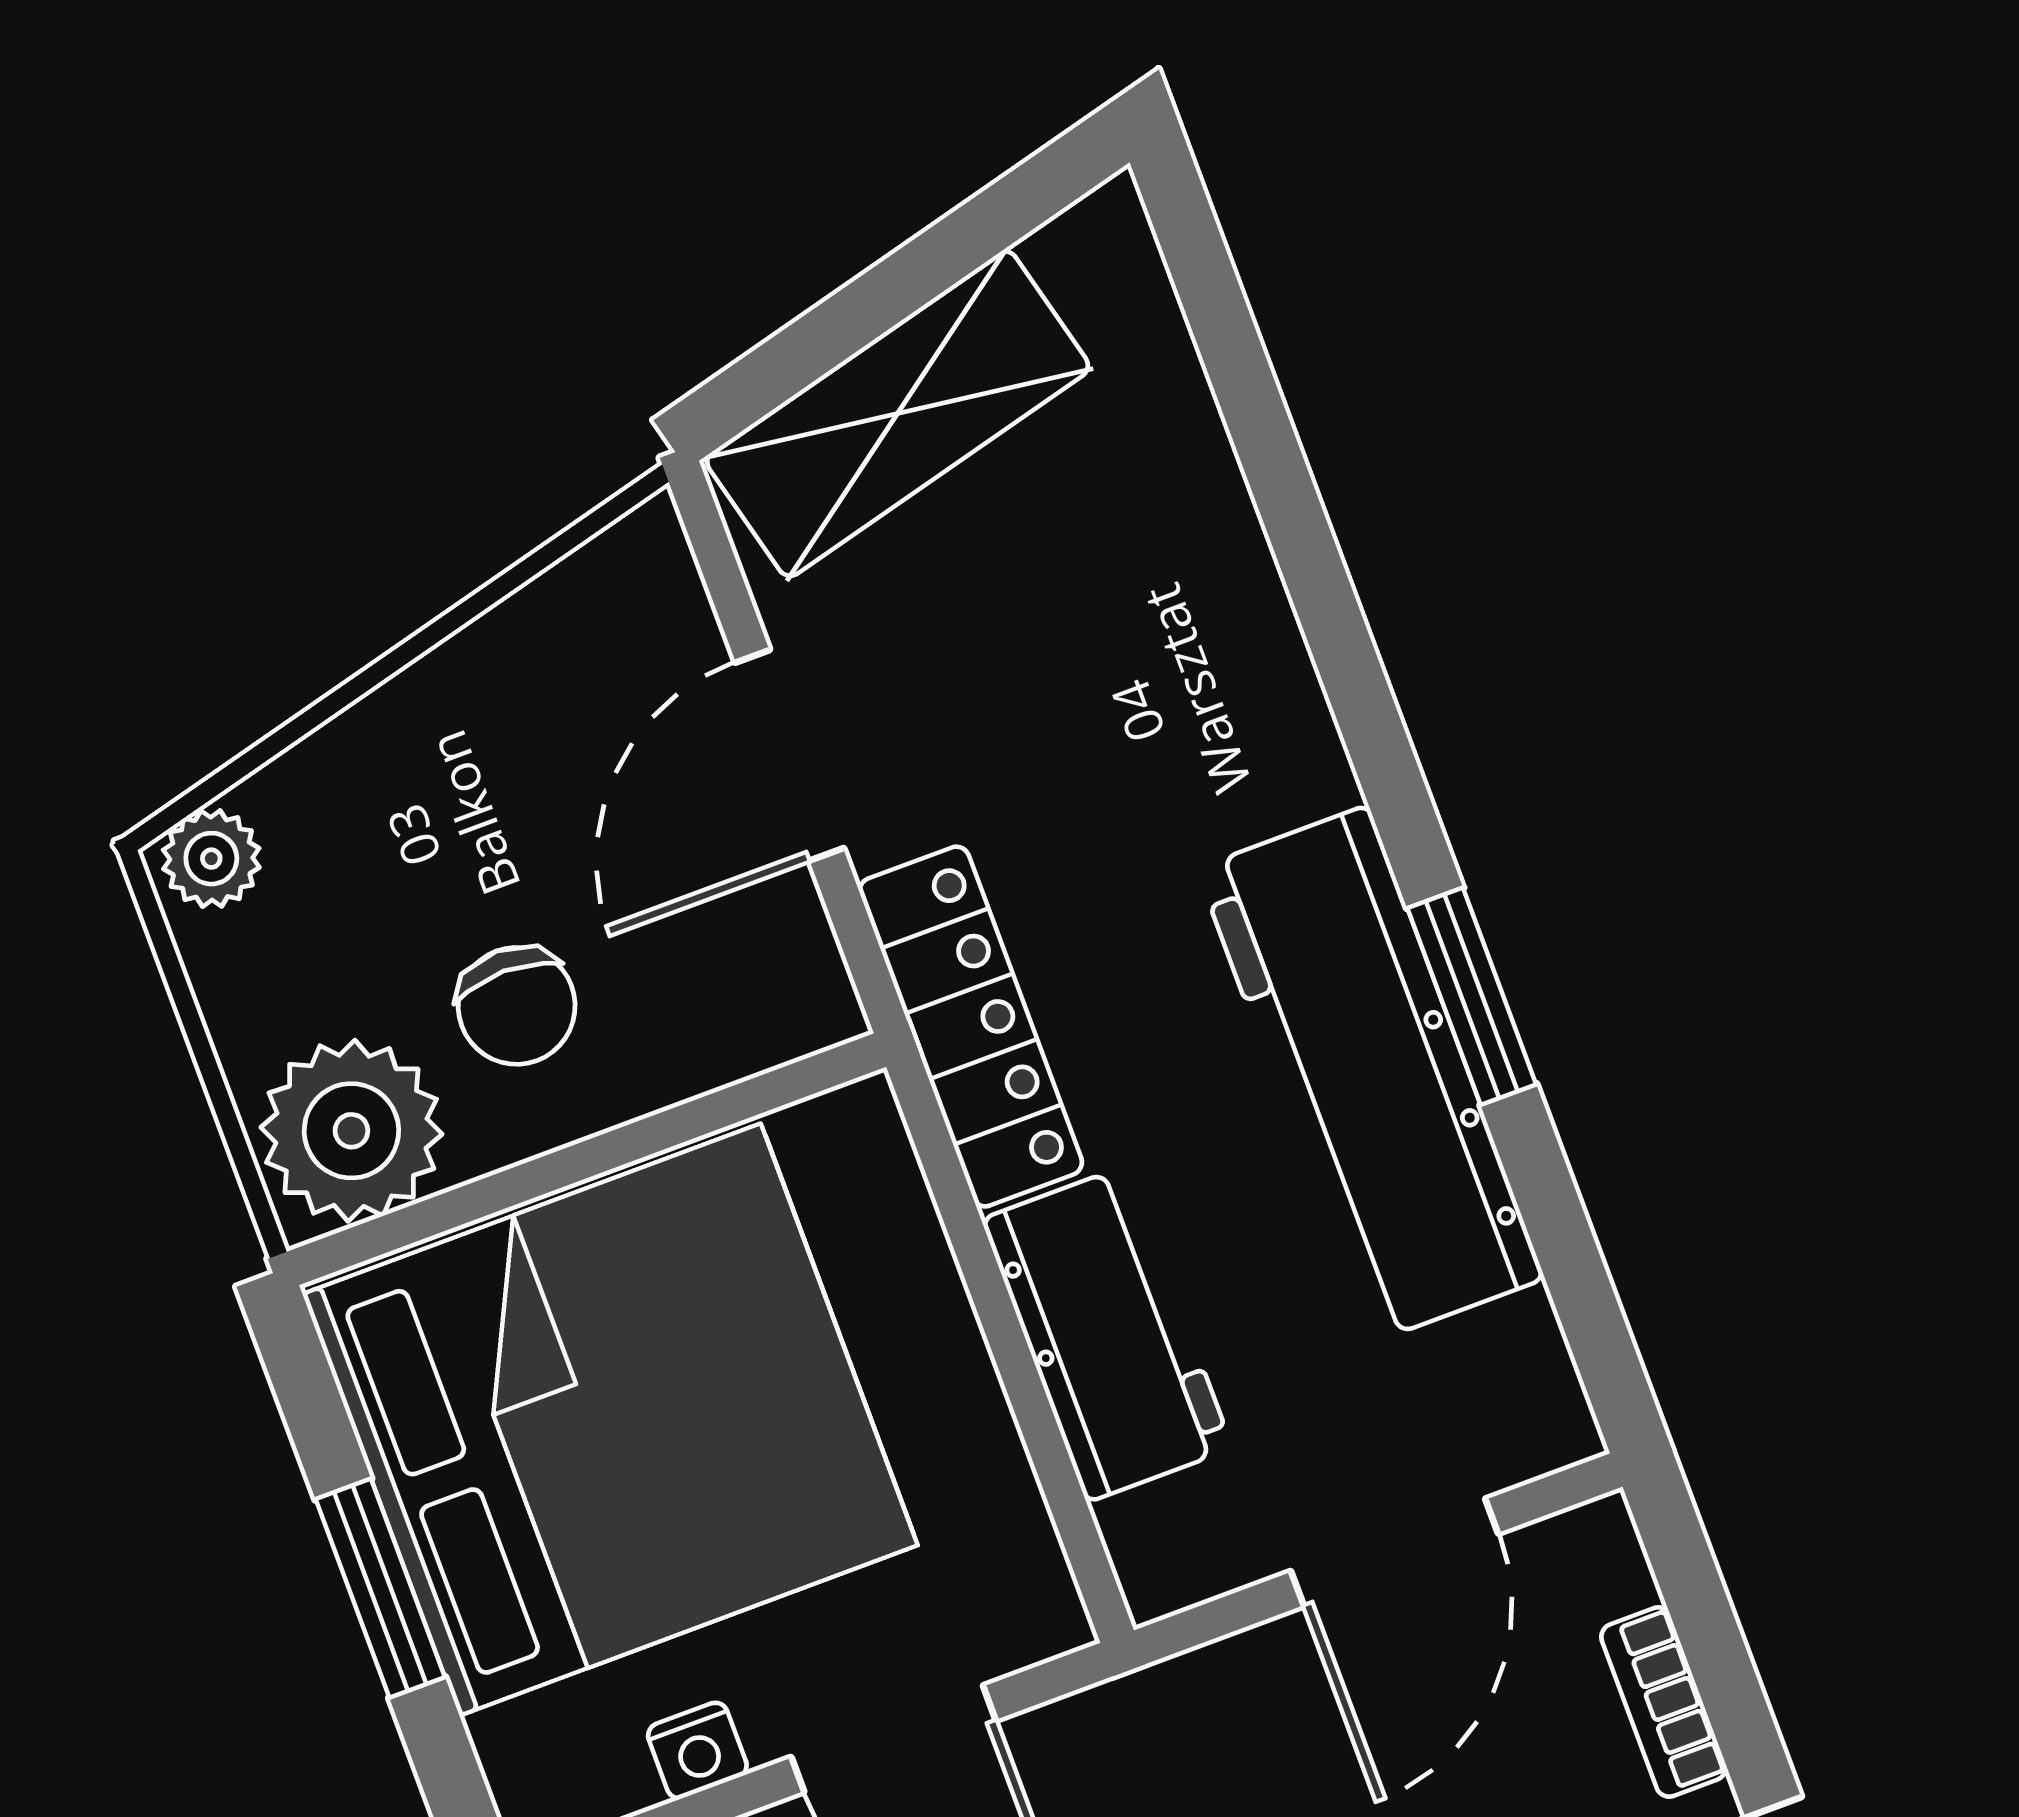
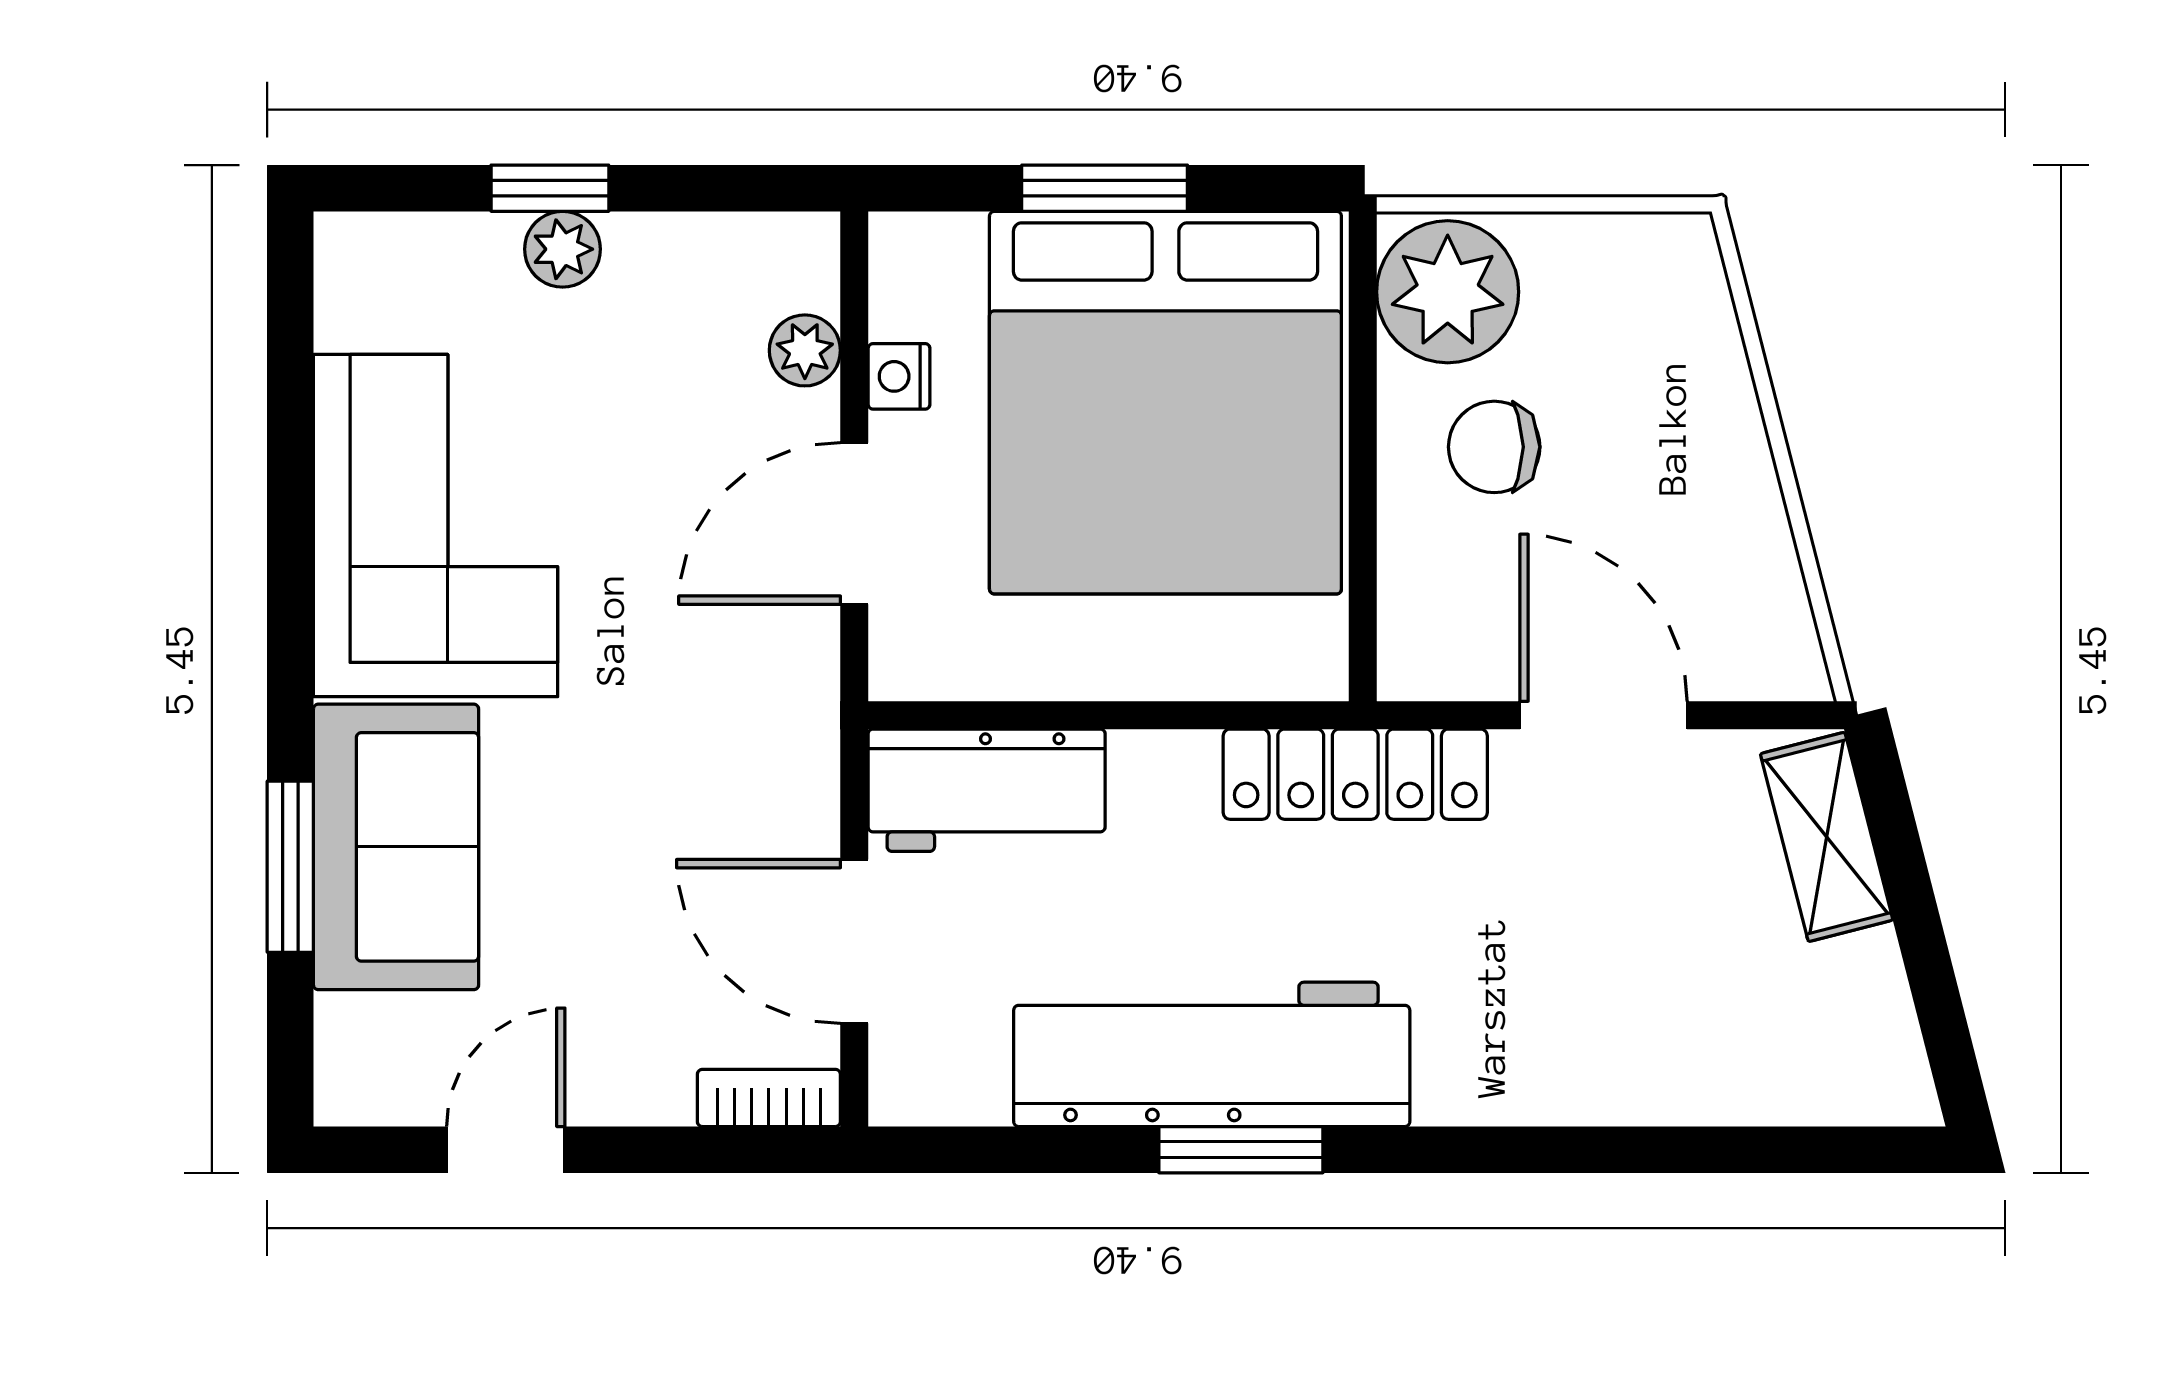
shelving: (898, 414) -> (1827, 837), width x0.67, depth x0.75
plant: (211, 859) -> (1685, 263), removed
workbench: (1107, 1334) -> (987, 790), moved
bookcase: (1664, 1702) -> (769, 1098), moved

